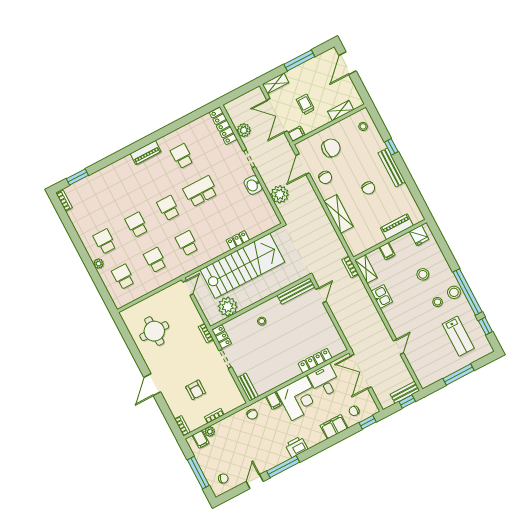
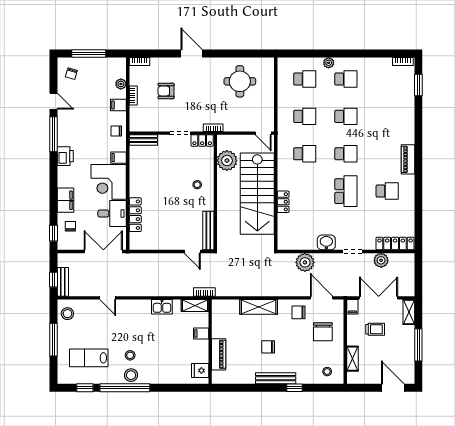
stool: (423, 274) -> (67, 314), moved
filing cabinet: (201, 439) -> (118, 105), moved

